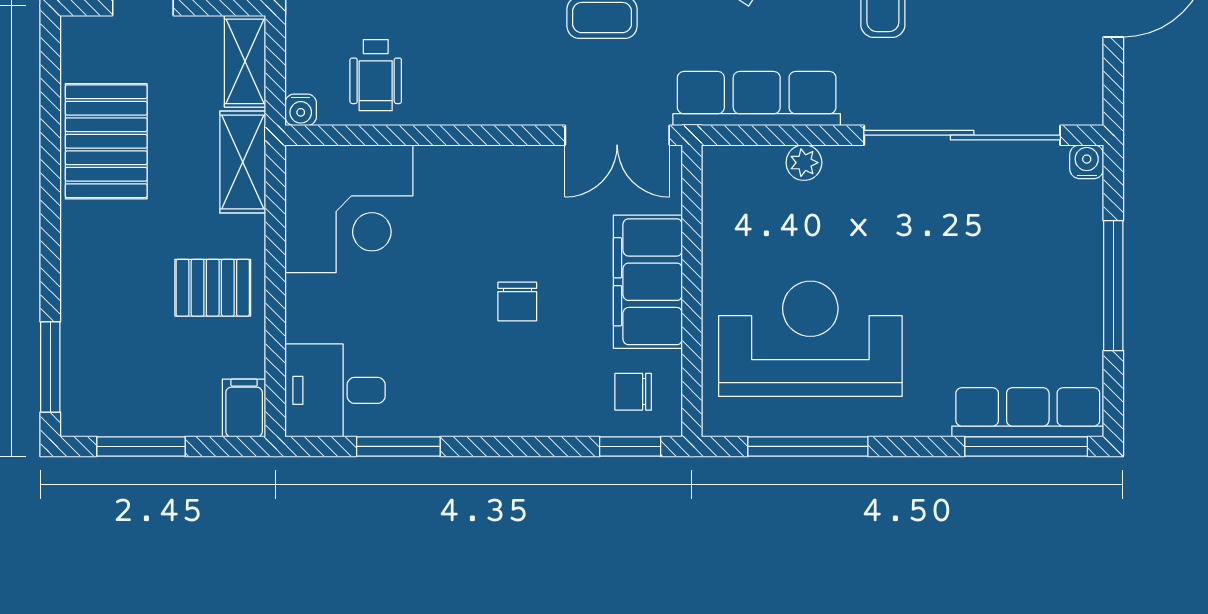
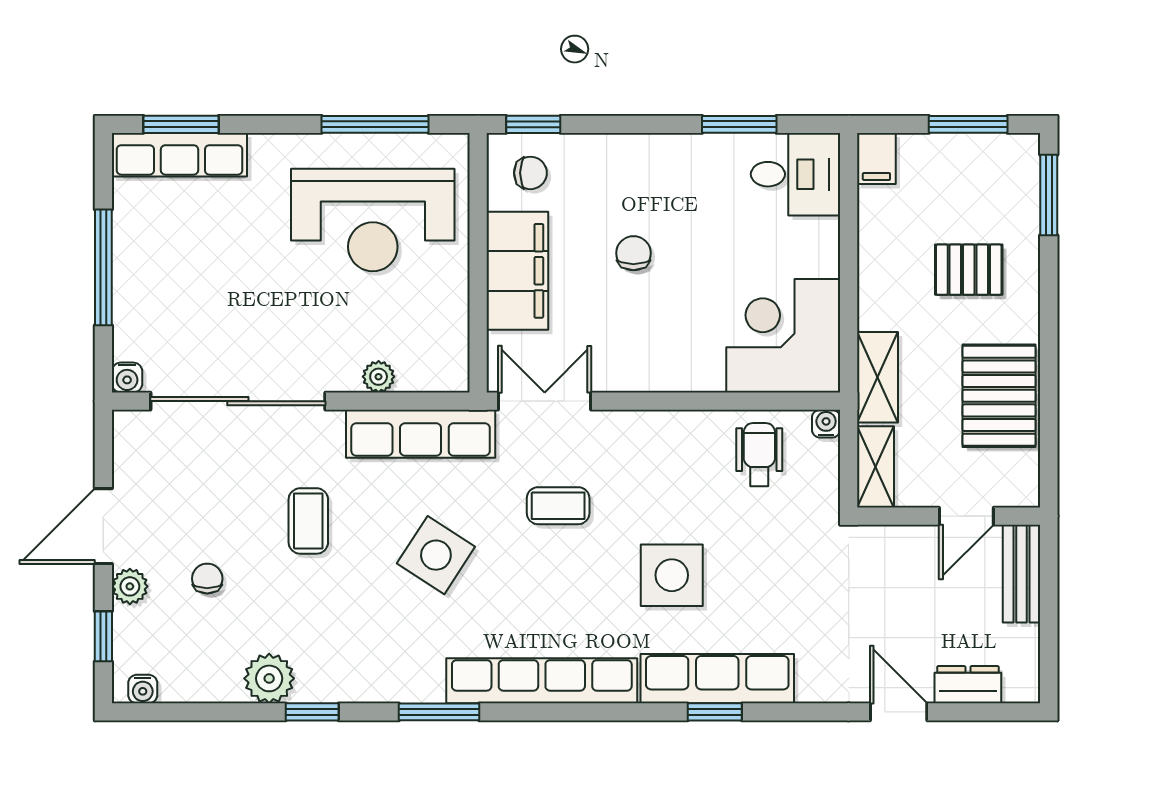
pallet: (213, 288) -> (969, 270), moved
window: (1026, 446) -> (181, 124), width x0.69

